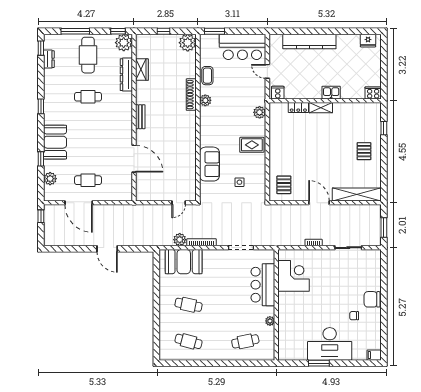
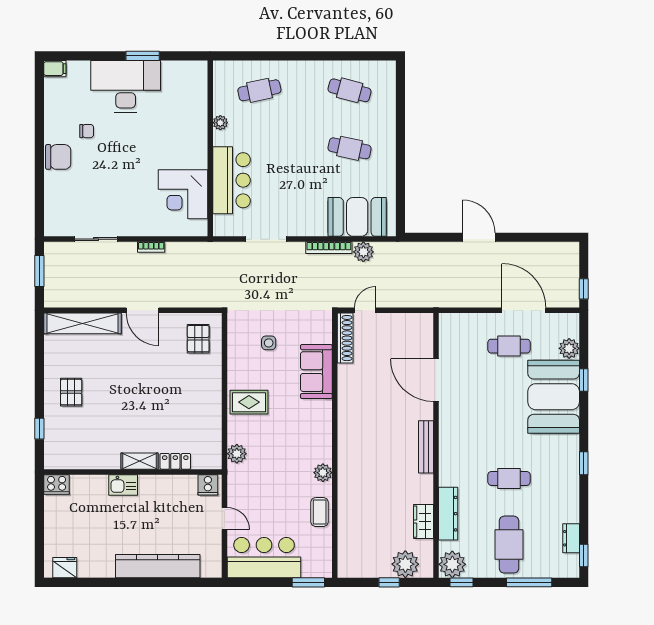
plant: (188, 43) -> (405, 564), moved
shoe rack: (191, 95) -> (345, 338), moved
bench: (140, 117) -> (426, 447), width x1.36
booth: (55, 142) -> (554, 397), width x1.36, depth x1.42

